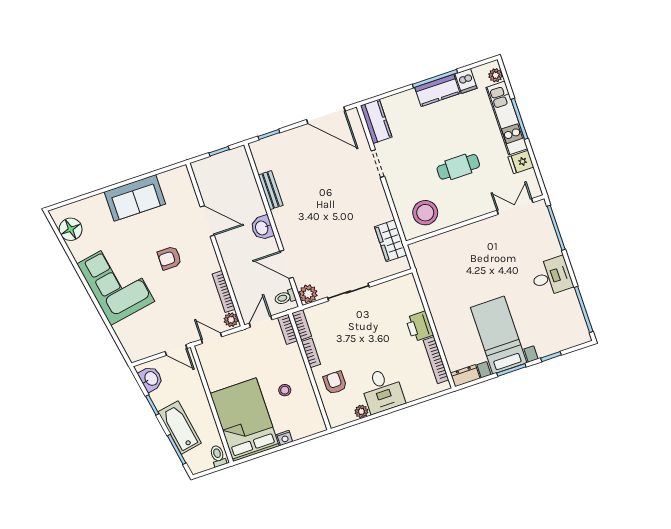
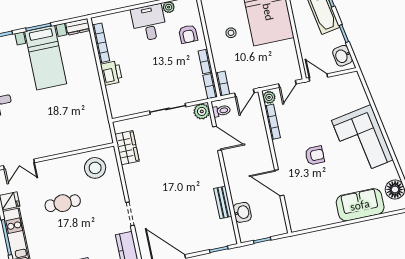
sofa: (135, 198) -> (360, 205), moved
washbasin: (262, 228) -> (242, 212), moved
door: (212, 338) -> (287, 84), hinge flipped

